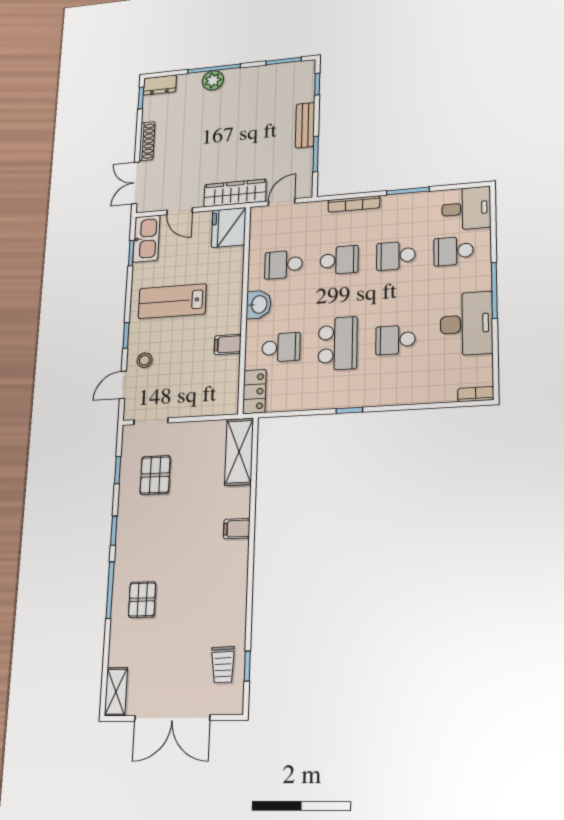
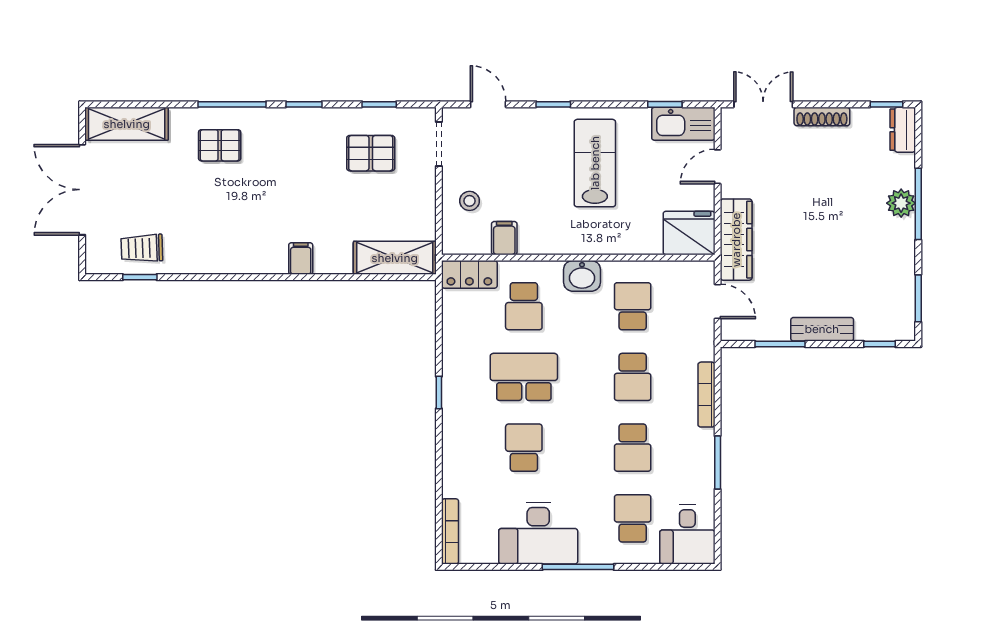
school desk: (396, 256) -> (633, 448), turned 180
filing cabinet: (228, 344) -> (504, 238), moved
school desk: (338, 344) -> (524, 377), turned 180
stool: (145, 360) -> (470, 201), moved
bookcase: (476, 394) -> (450, 531), width x1.56
shelving: (116, 692) -> (127, 124), width x1.50, depth x1.33

